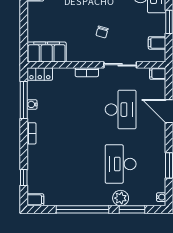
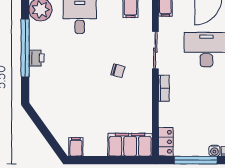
filing cabinet: (47, 52) -> (130, 145), moved, turned 90
water cooler: (32, 104) -> (214, 151), moved

